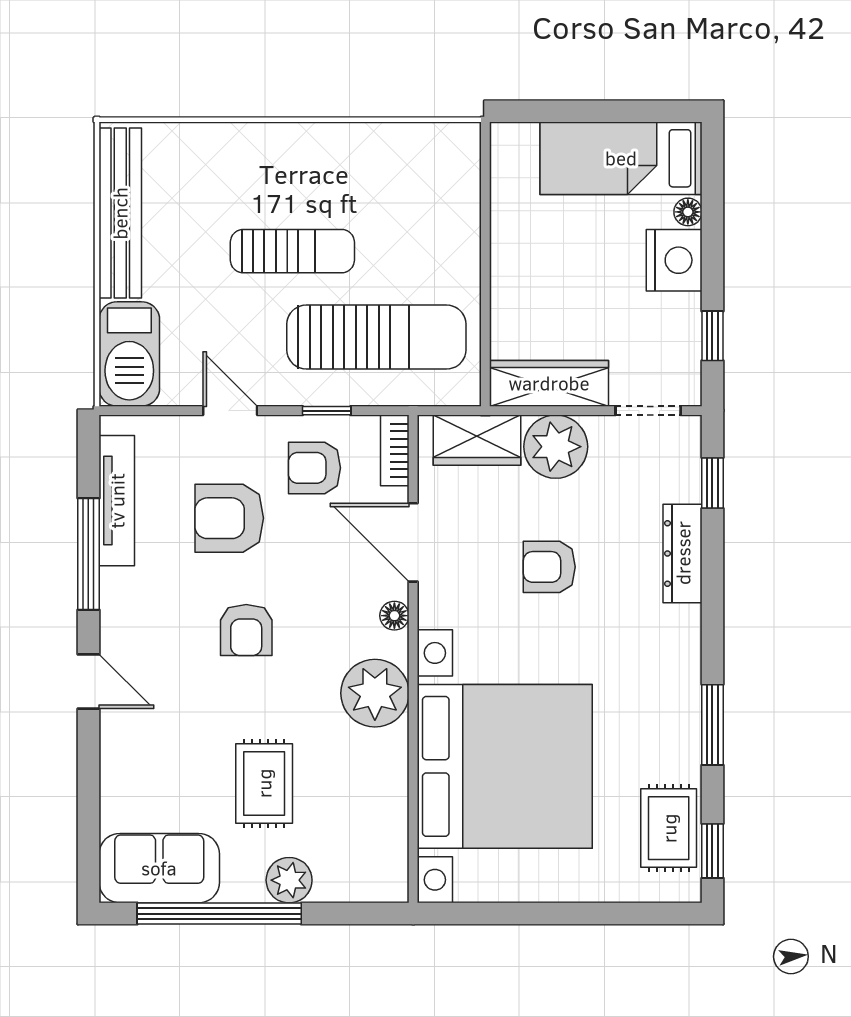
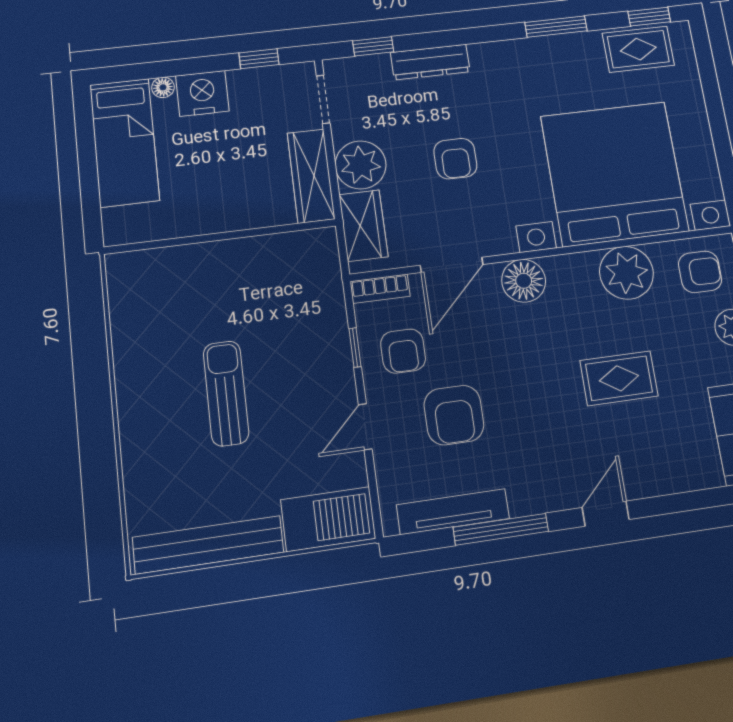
sun lounger: (376, 337) -> (290, 315), removed
floor lamp: (394, 616) -> (524, 281), width x1.89, depth x1.89
armchair: (246, 630) -> (700, 272), moved
plant: (375, 693) -> (626, 273), moved
rug: (264, 783) -> (619, 378), moved

